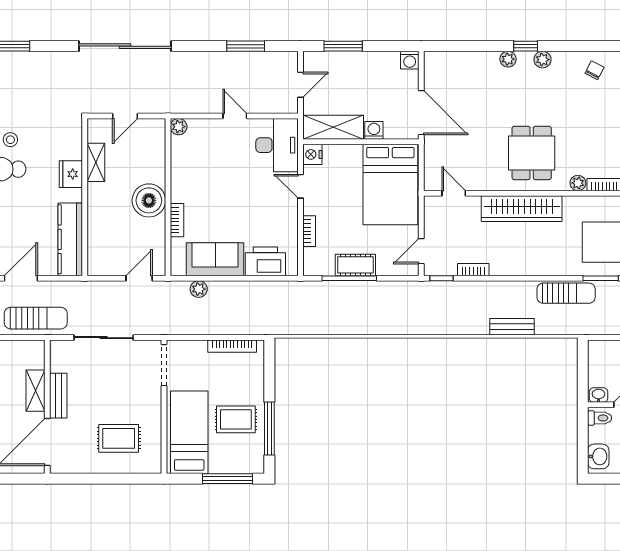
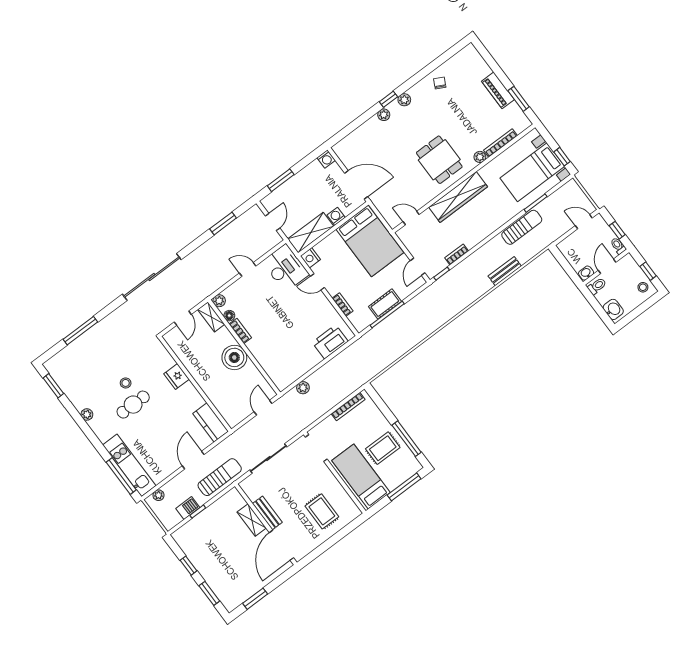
floor lamp: (178, 151) -> (229, 316), added
shelving: (96, 162) -> (211, 317), moved
bookcase: (177, 220) -> (240, 331), moved
kitchen counter: (70, 239) -> (211, 422), width x0.67
sofa: (215, 259) -> (299, 363), removed
rug: (119, 438) -> (322, 511), turned 90

